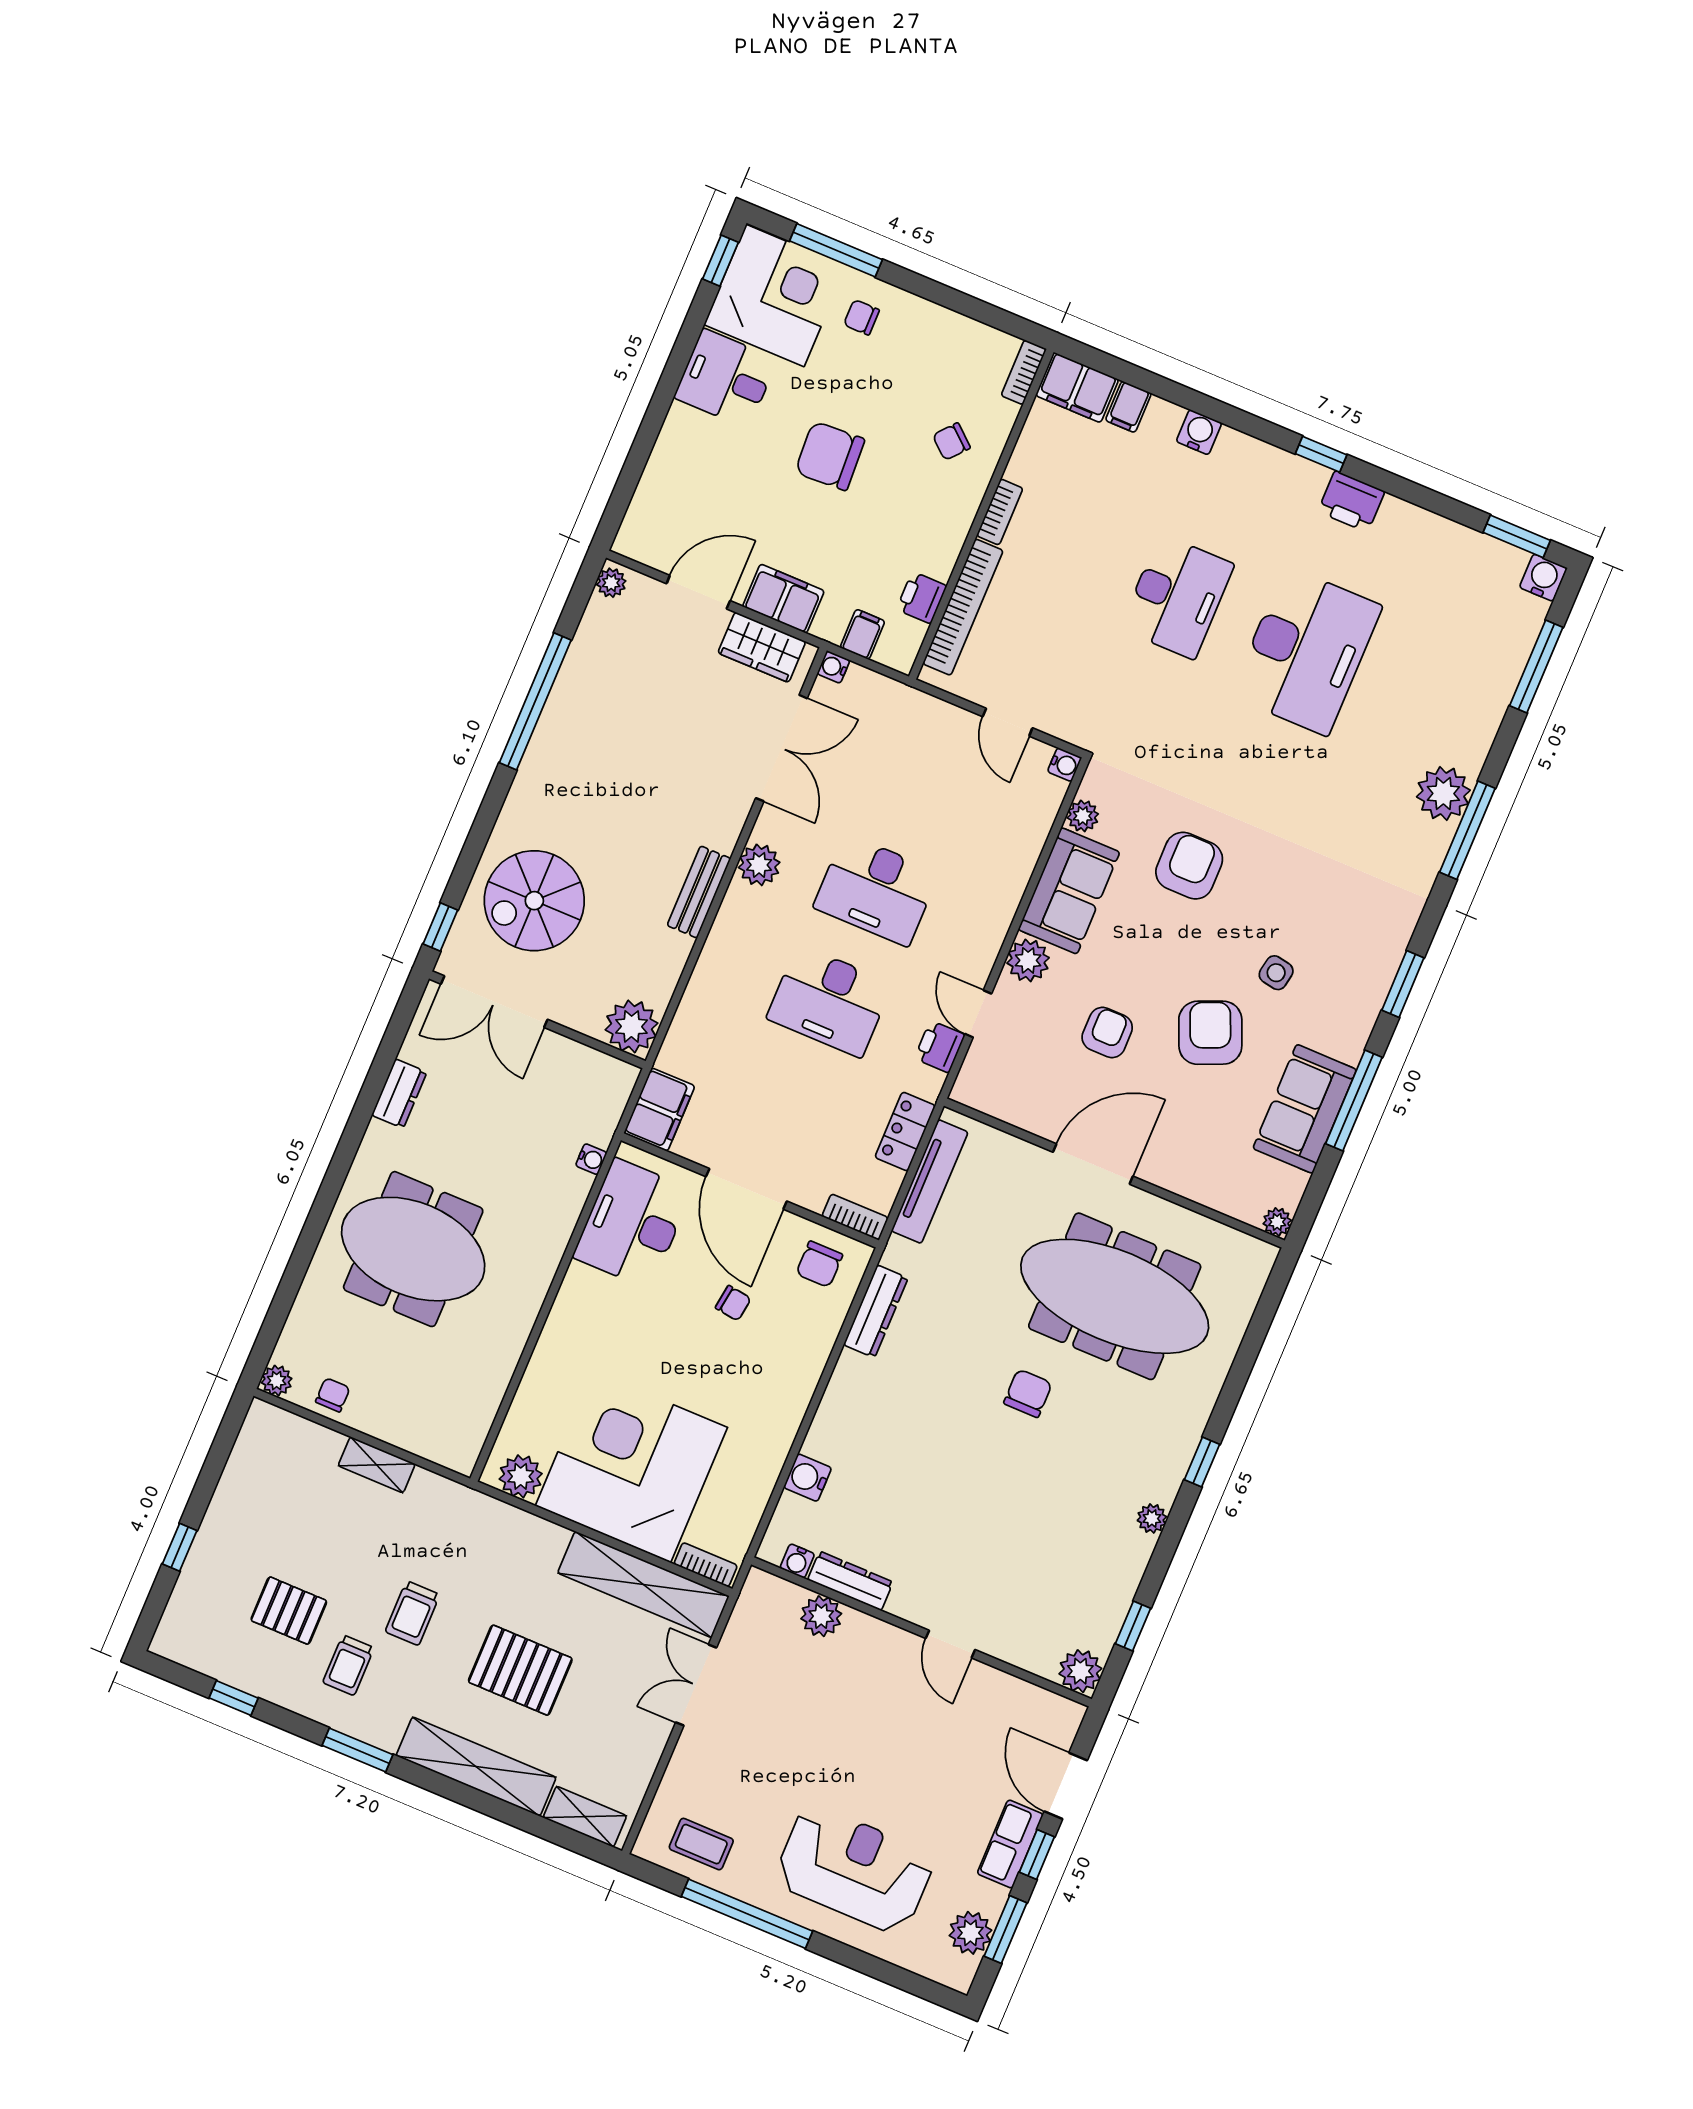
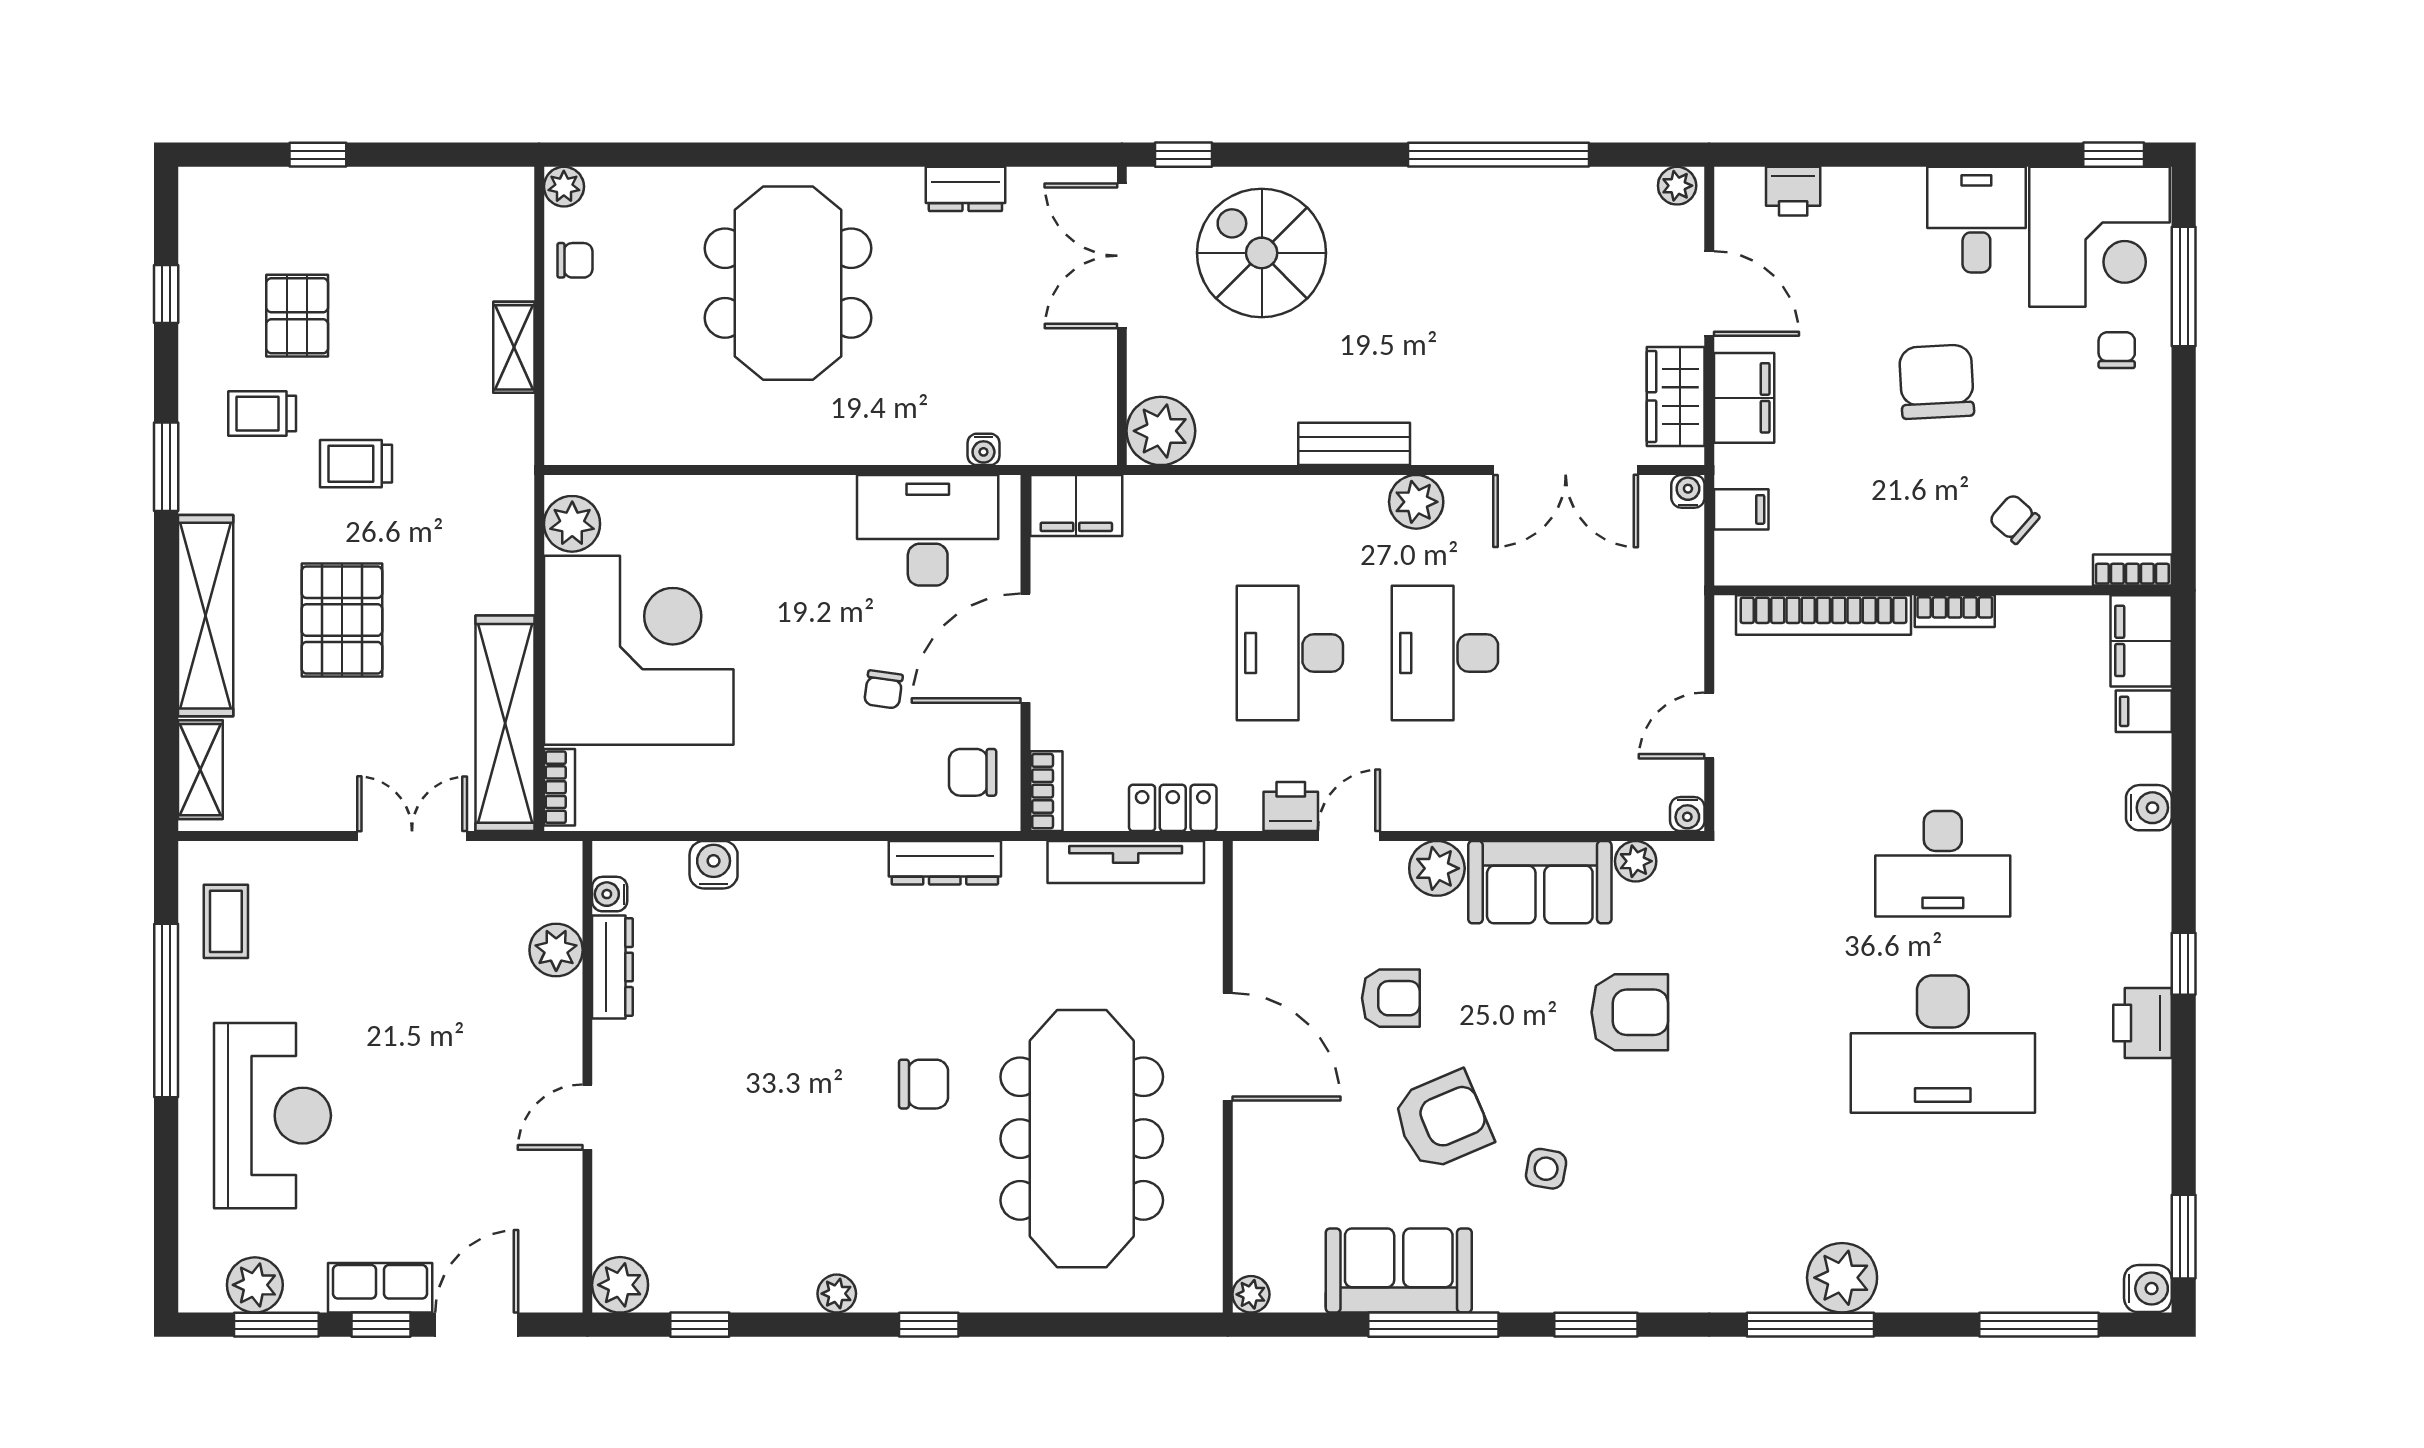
printer: (921, 598) -> (1793, 191), moved, turned 180

